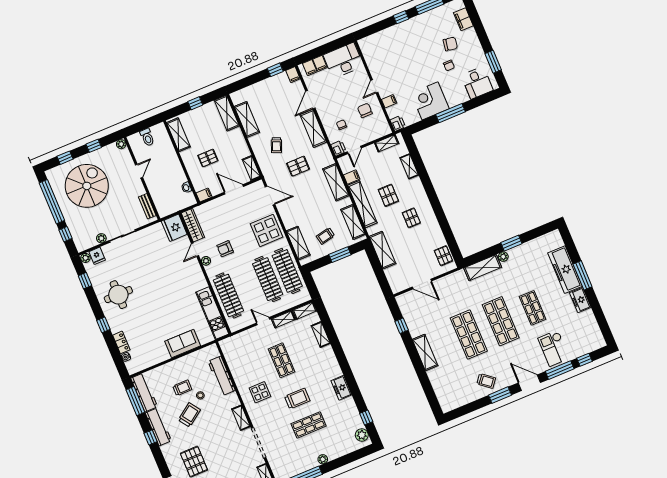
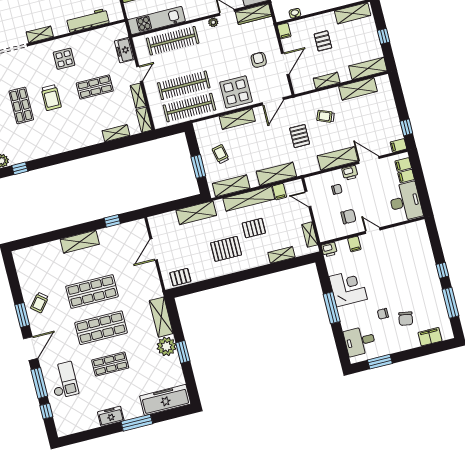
printer: (338, 148) -> (350, 173), moved
shelving: (251, 168) -> (327, 80), moved
pallet: (411, 218) -> (226, 249), width x1.50, depth x1.42
shelving: (298, 243) -> (237, 119), moved
armchair: (225, 249) -> (259, 60), moved
plant: (503, 257) -> (166, 346), width x1.88, depth x1.88
freezer: (565, 270) -> (165, 400), moved
checkout: (554, 348) -> (64, 380), turned 90
freezer: (341, 388) -> (124, 50), moved, turned -90

